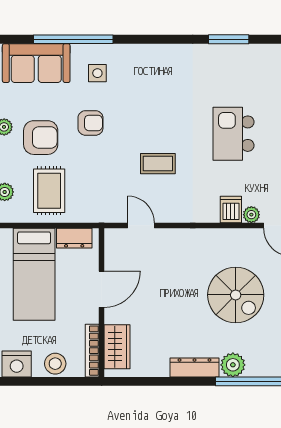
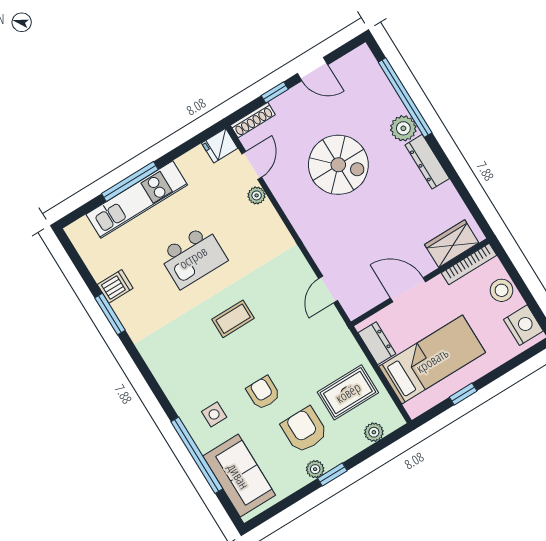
coffee table: (158, 164) -> (233, 319), moved, turned 90
dishwasher: (231, 209) -> (115, 286), moved, turned 180
spiral stairs: (236, 295) -> (338, 165), turned 90

